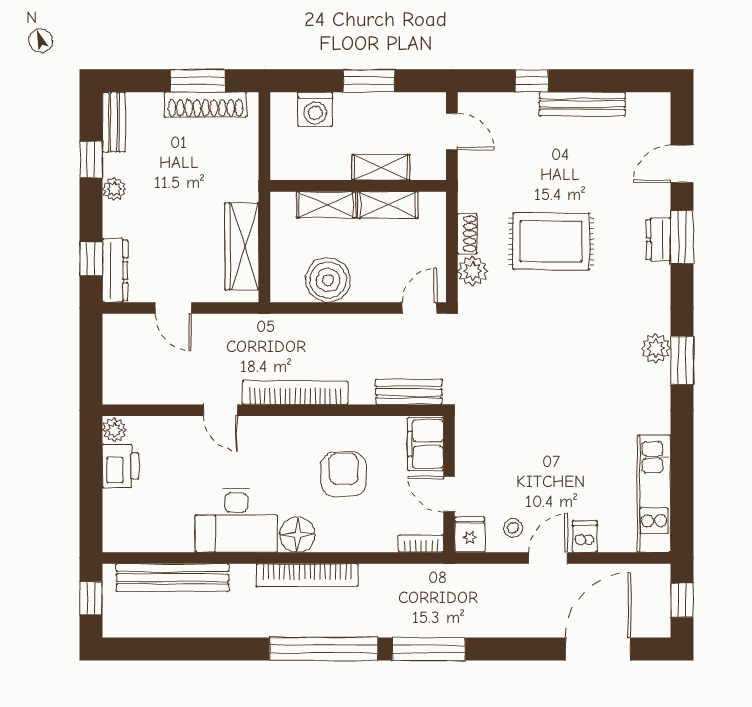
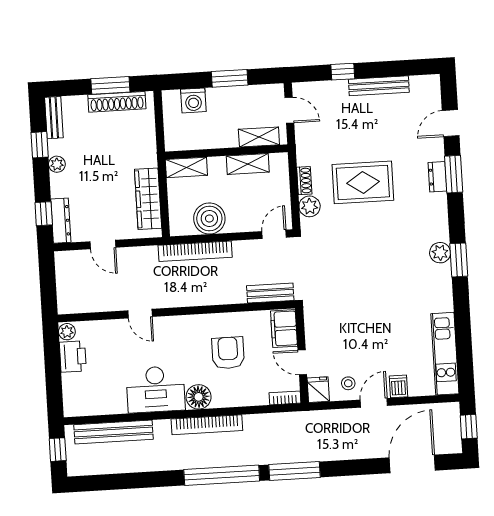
shelving: (381, 167) -> (259, 137), moved
shelving: (326, 205) -> (186, 167), moved
bookcase: (295, 393) -> (195, 251), moved, turned 180

